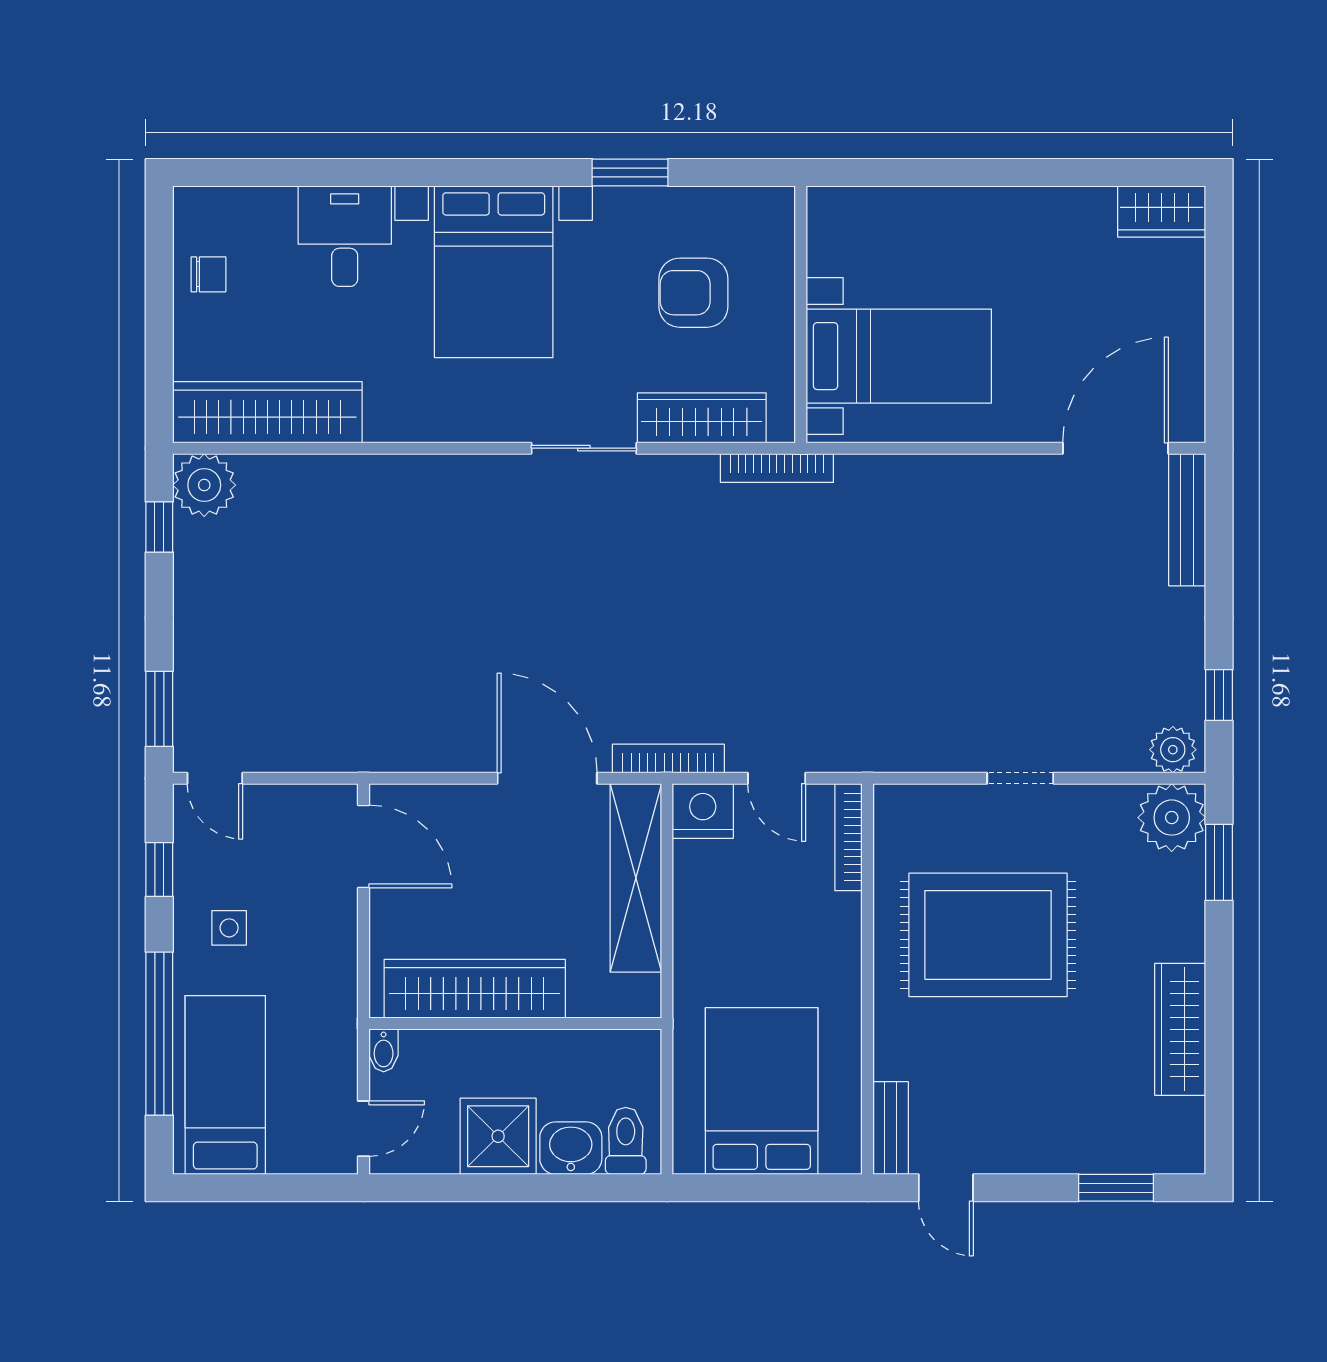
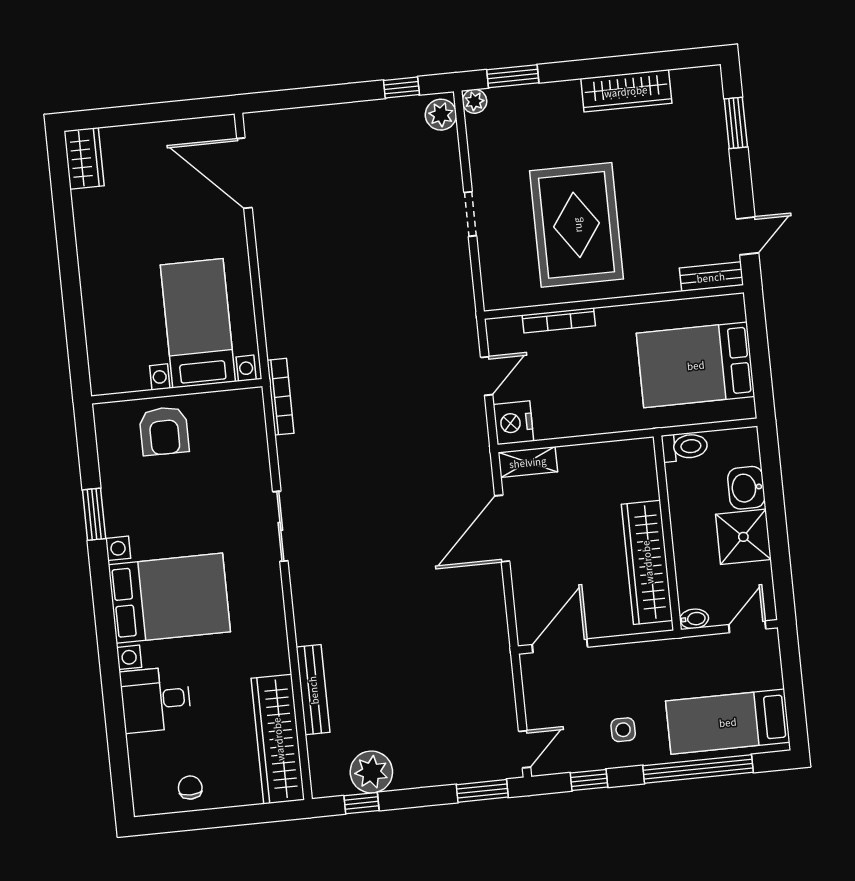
armchair: (693, 293) -> (164, 431), moved
wardrobe: (702, 418) -> (252, 450), removed
plant: (204, 485) -> (371, 772), moved
bench: (1187, 520) -> (313, 690), moved, turned 90
bookcase: (668, 759) -> (481, 449), removed
plant: (1172, 818) -> (475, 101), width x0.53, depth x0.53
bookcase: (849, 837) -> (559, 320), moved
shelving: (636, 878) -> (528, 462), width x0.45, depth x0.75
door: (364, 1129) -> (747, 627), hinge flipped
toilet: (626, 1141) -> (685, 447), moved, turned 180

